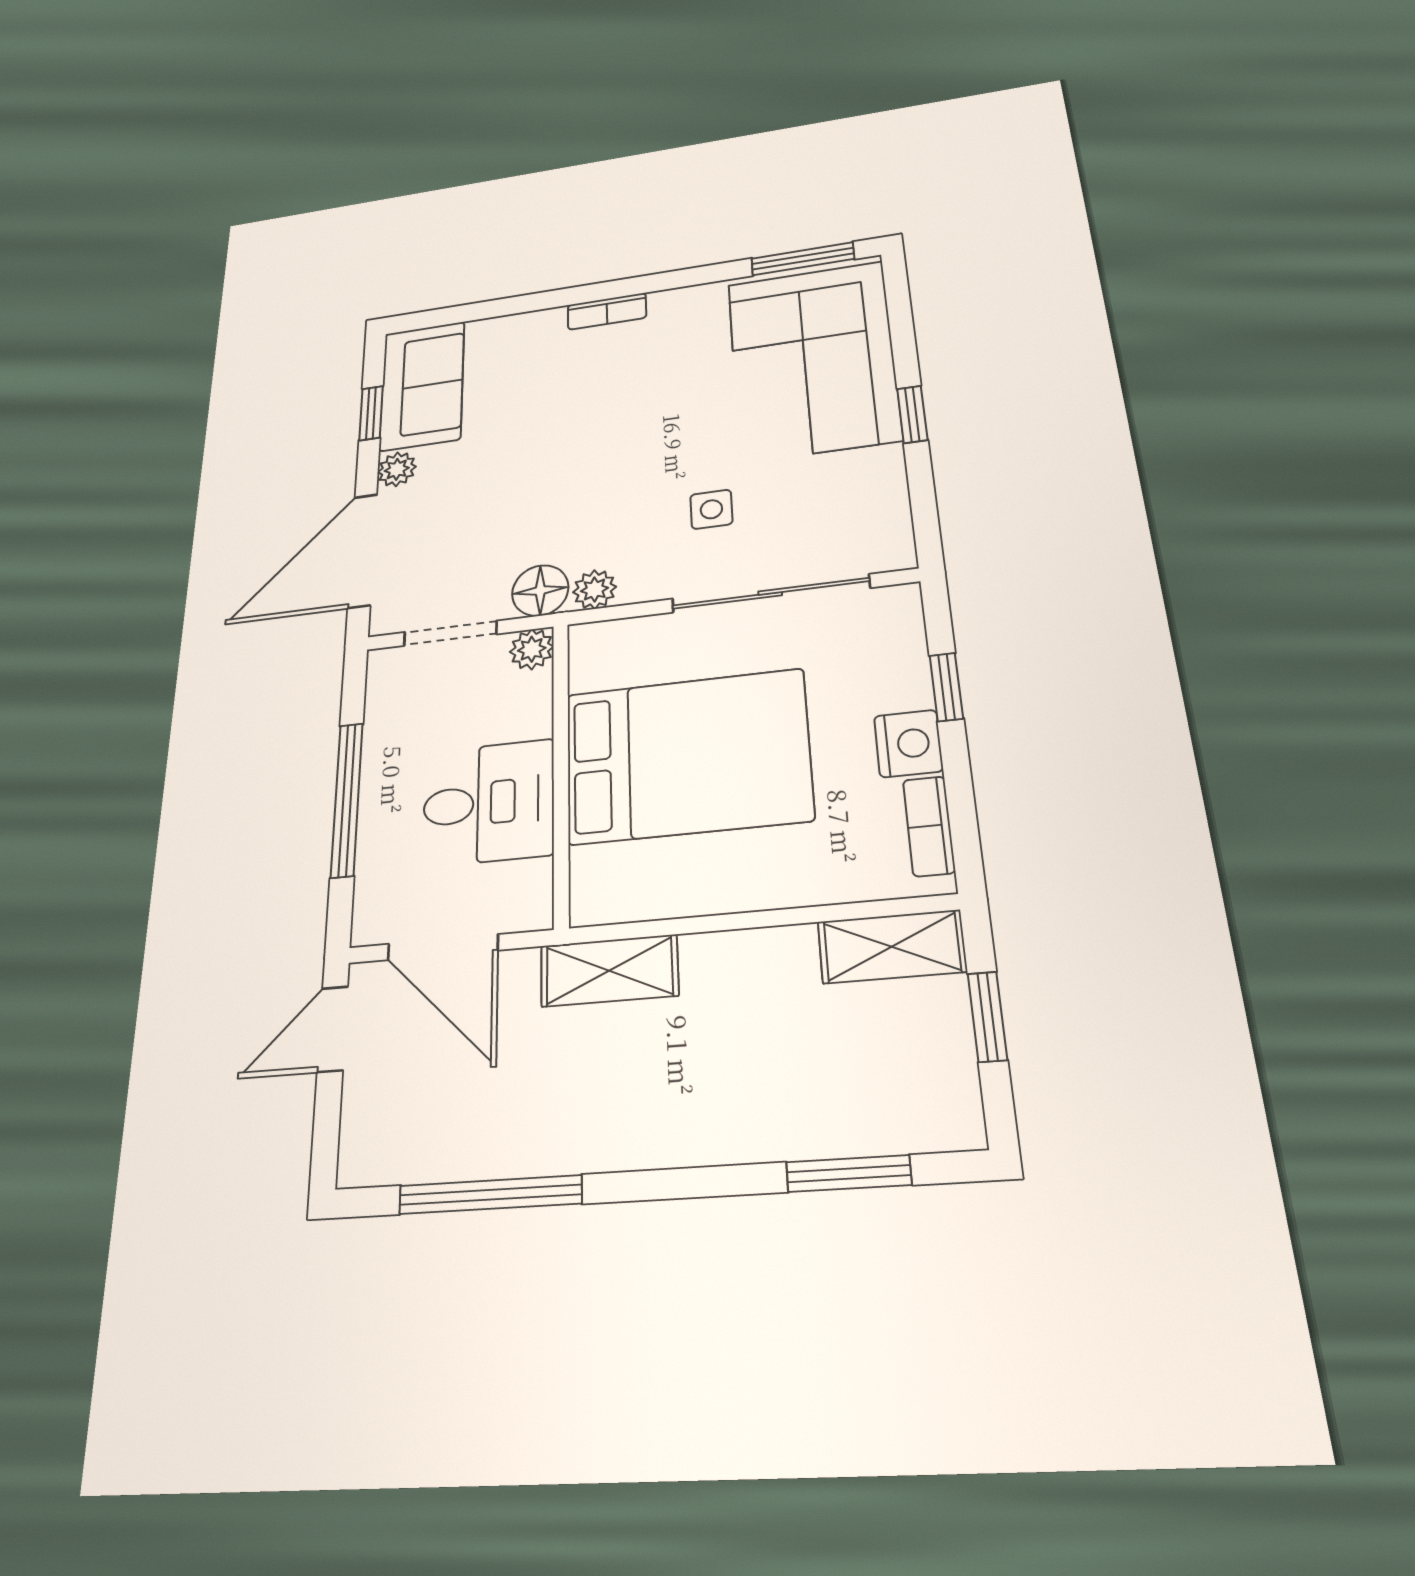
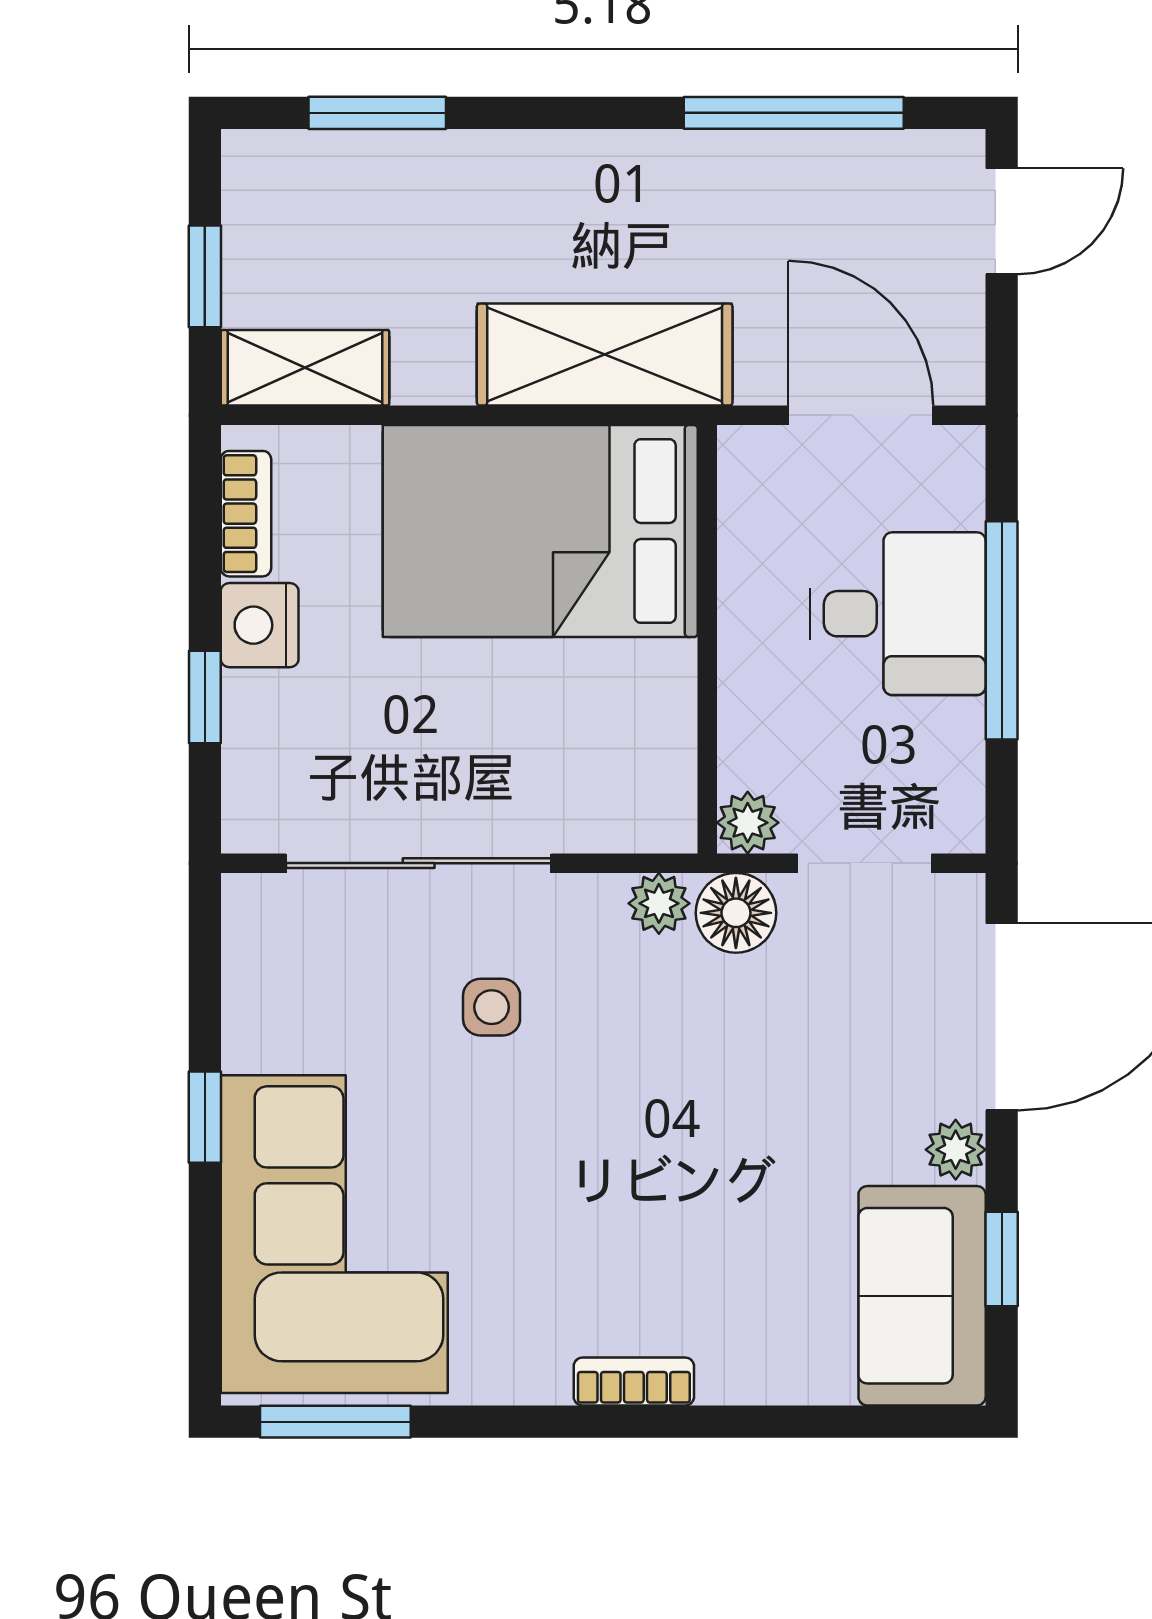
bed: (687, 756) -> (540, 531), moved
desk: (489, 803) -> (898, 614), moved, turned 180
shelving: (609, 971) -> (605, 355), width x1.50, depth x1.33
door: (333, 1029) -> (1002, 221), moved

